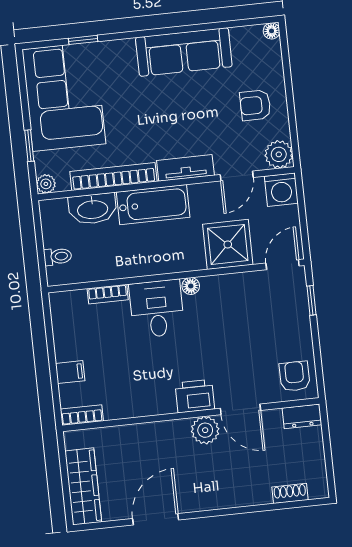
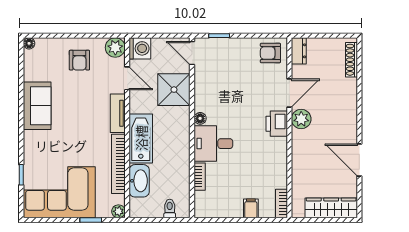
sofa: (184, 52) -> (37, 106), width x0.73
shoe rack: (290, 493) -> (351, 60), width x1.43

